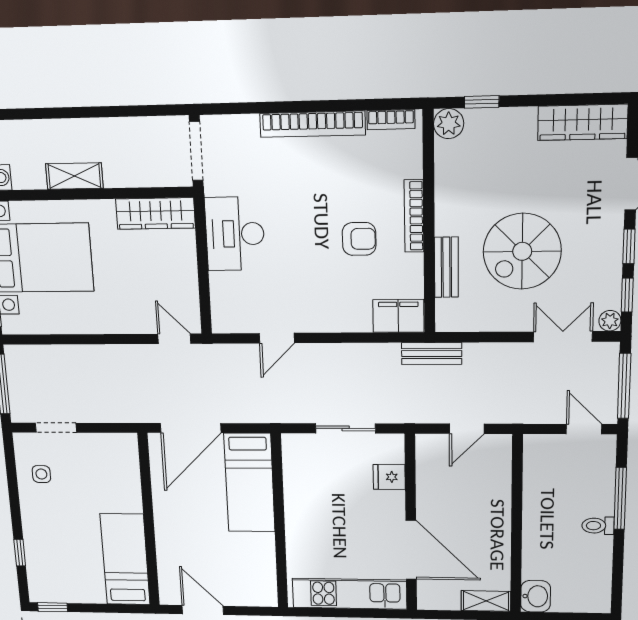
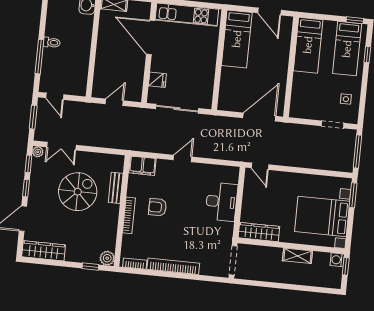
desk: (235, 234) -> (221, 202), moved
door: (277, 338) -> (182, 158), moved
bench: (432, 354) -> (128, 144), removed
window: (624, 386) -> (33, 117), width x0.69
sliding door: (346, 428) -> (177, 109), width x1.37
bed: (249, 483) -> (237, 39), moved, turned 180
bed: (56, 560) -> (347, 49), added

